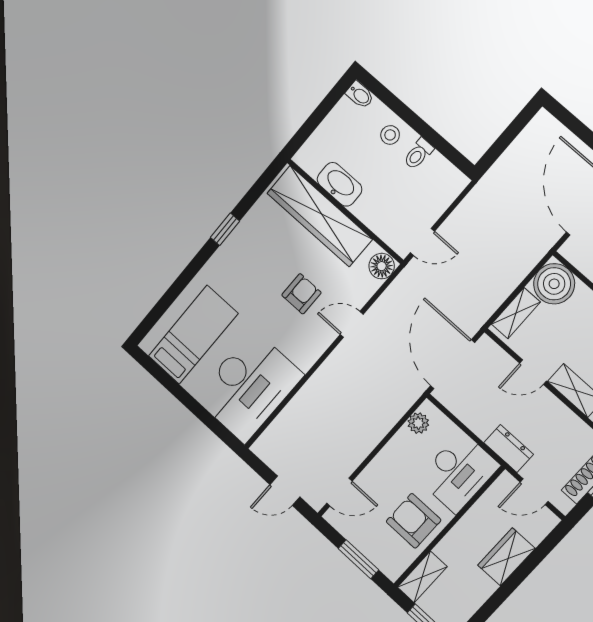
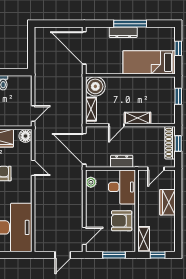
door: (352, 324) -> (33, 168), swing flipped
dresser: (509, 448) -> (122, 161), moved

